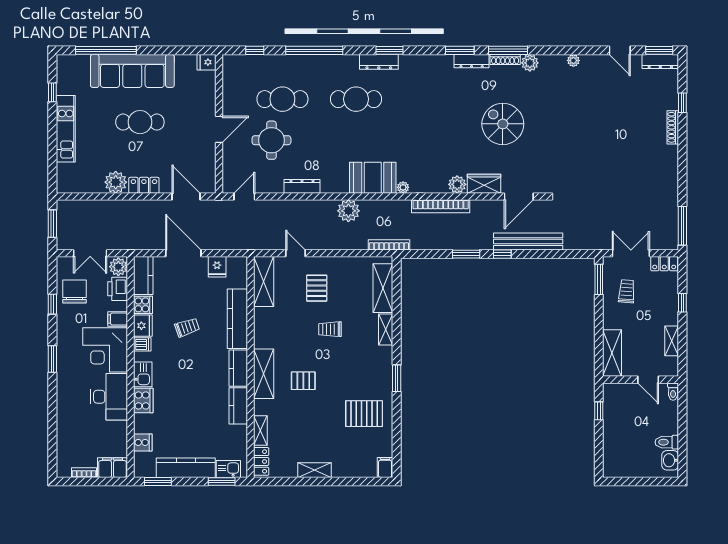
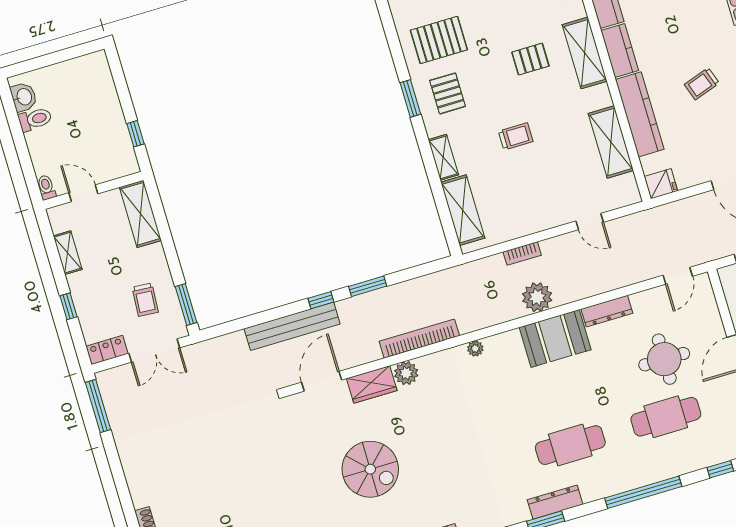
booth: (373, 178) -> (555, 338), moved
bookcase: (389, 245) -> (522, 254), moved, width x0.64
fridge: (217, 267) -> (661, 184), moved, turned 90
shelving: (264, 282) -> (611, 142), moved
pallet: (317, 288) -> (448, 93), moved

